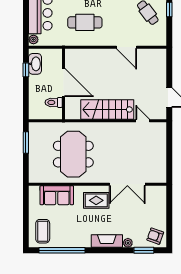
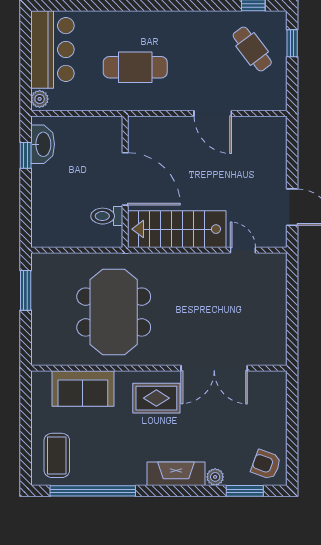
door: (64, 82) -> (125, 179), moved
wall: (64, 84) -> (125, 182), moved
toilet: (54, 102) -> (107, 216), moved

